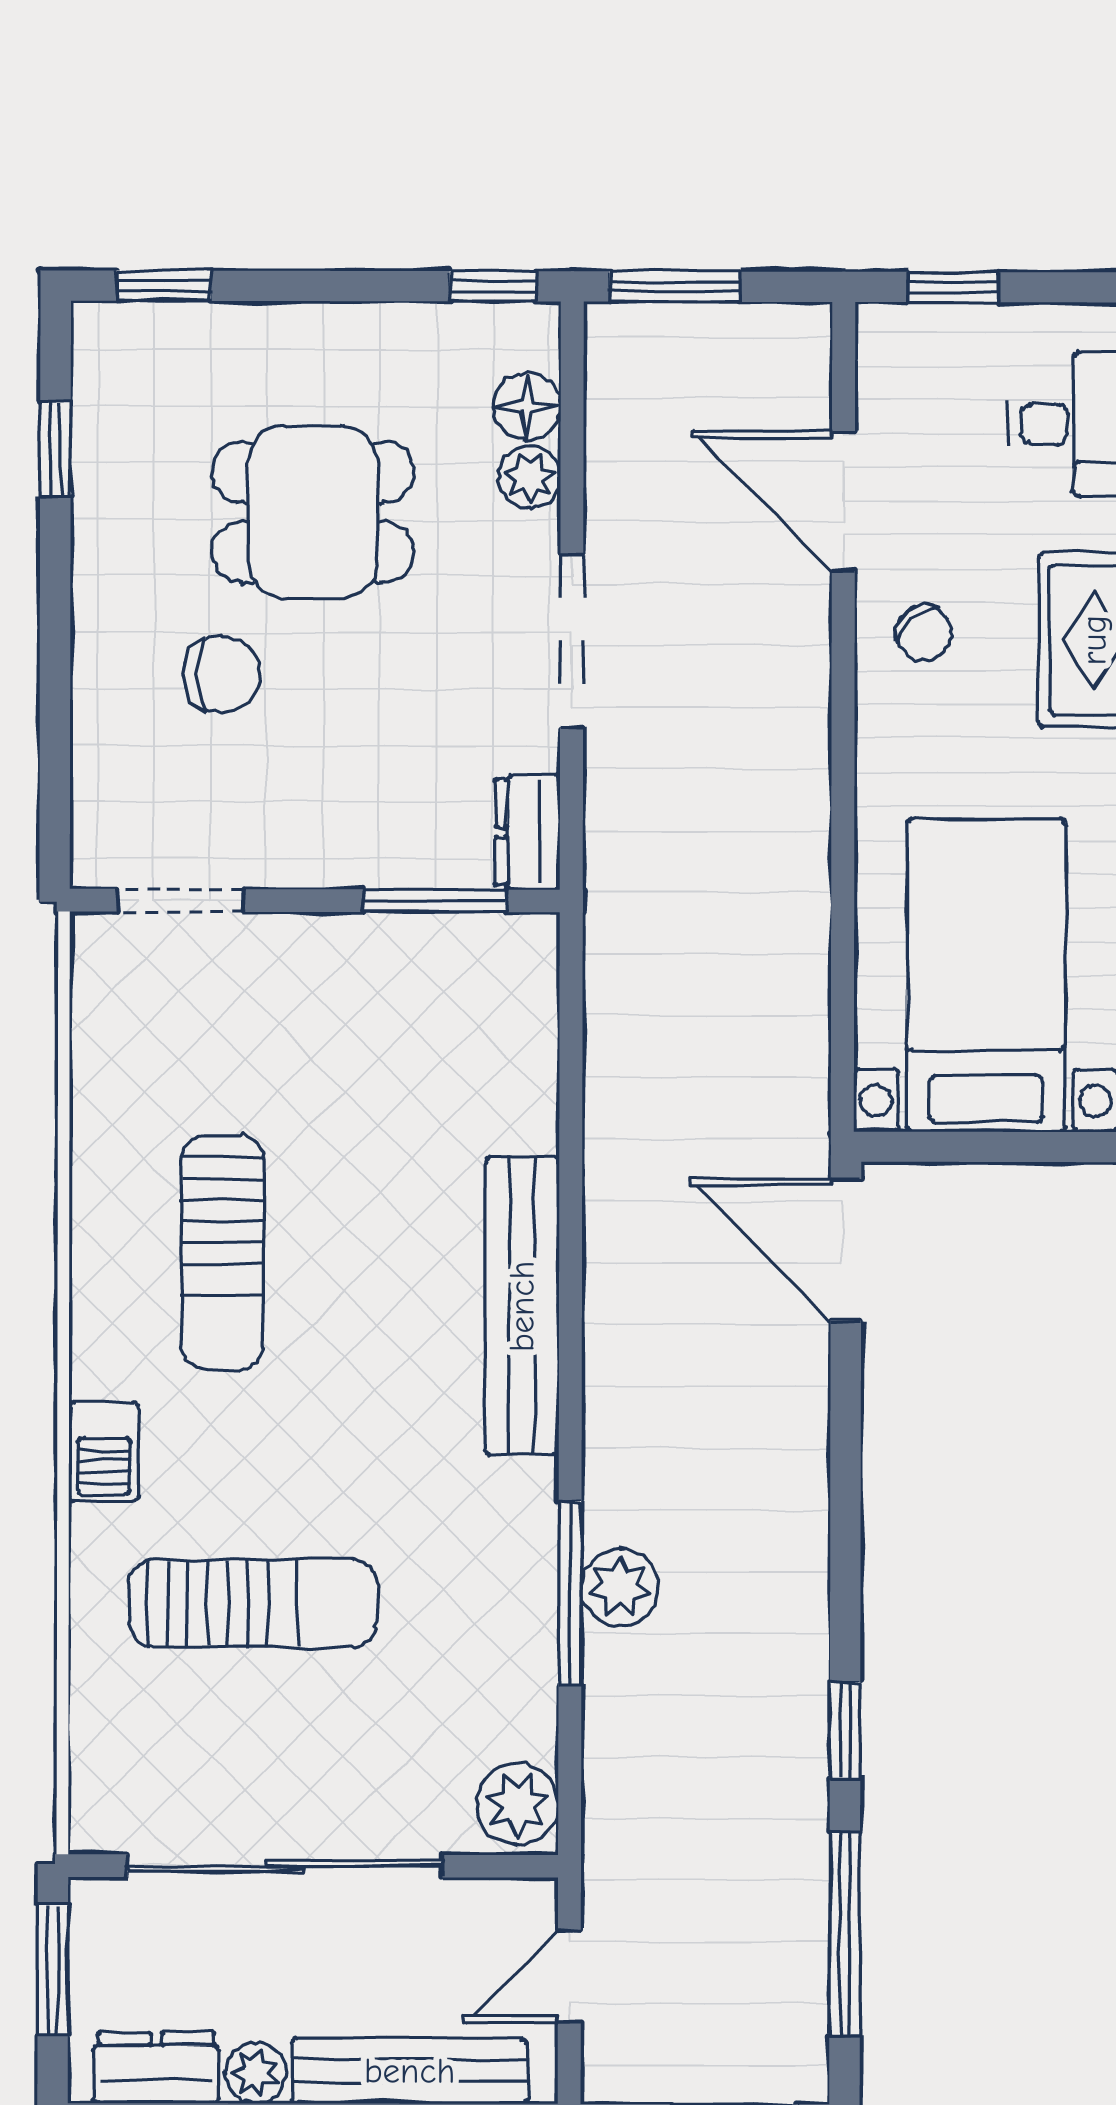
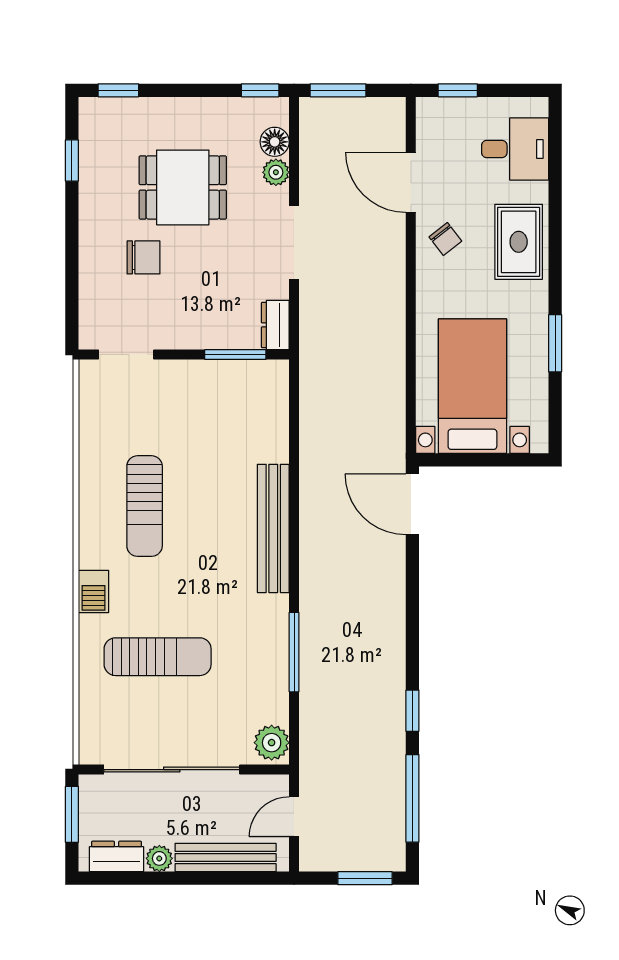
plant: (620, 1587) -> (316, 650), removed

